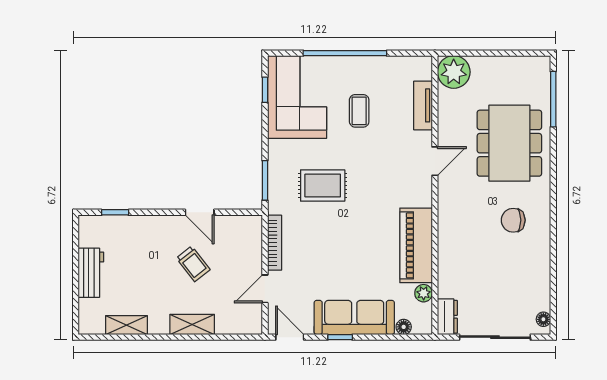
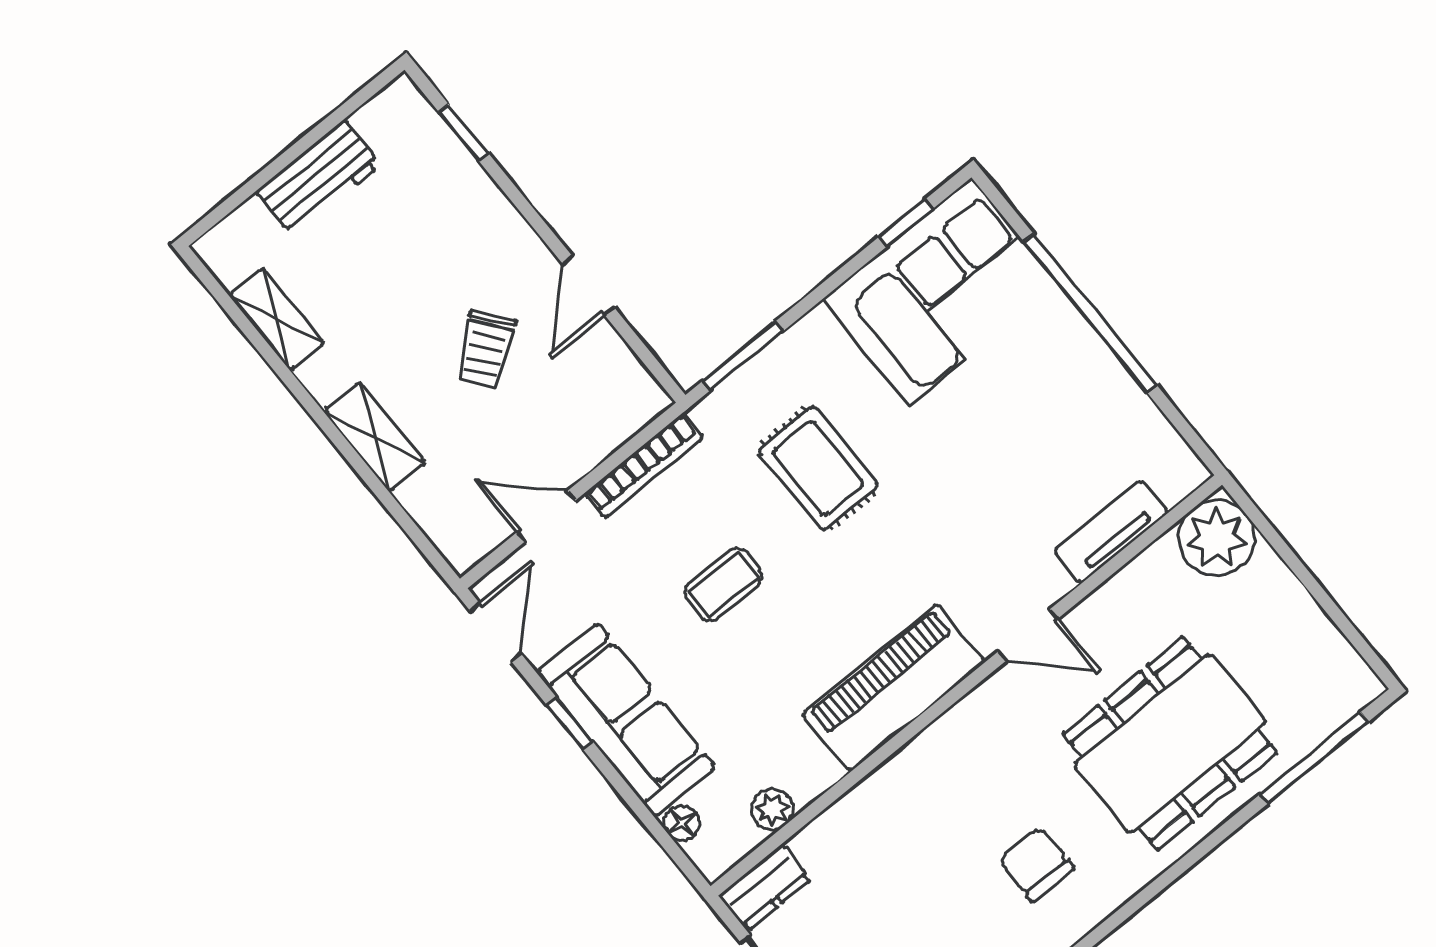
coffee table: (359, 111) -> (724, 585), moved
piano: (416, 245) -> (894, 688), moved

